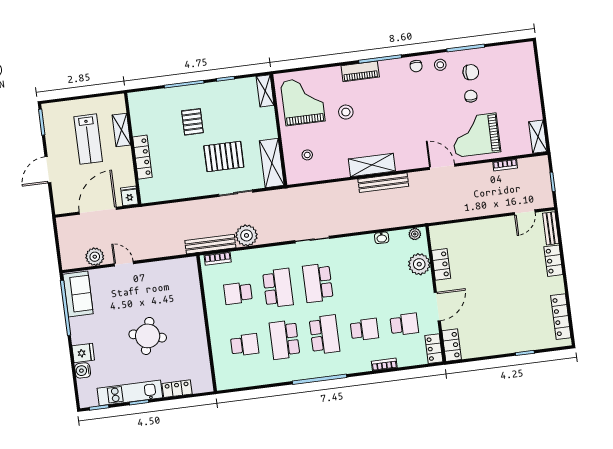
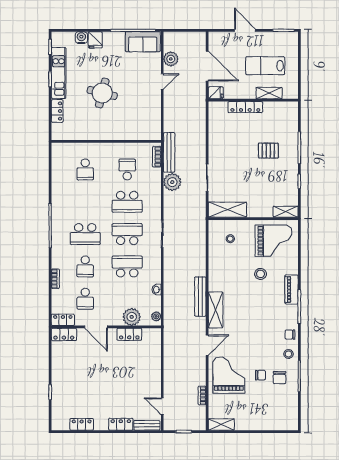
pallet: (224, 156) -> (238, 172), removed
shelving: (372, 165) -> (216, 310), moved
locker: (561, 317) -> (82, 424), width x0.66
school desk: (285, 340) -> (127, 266), moved

